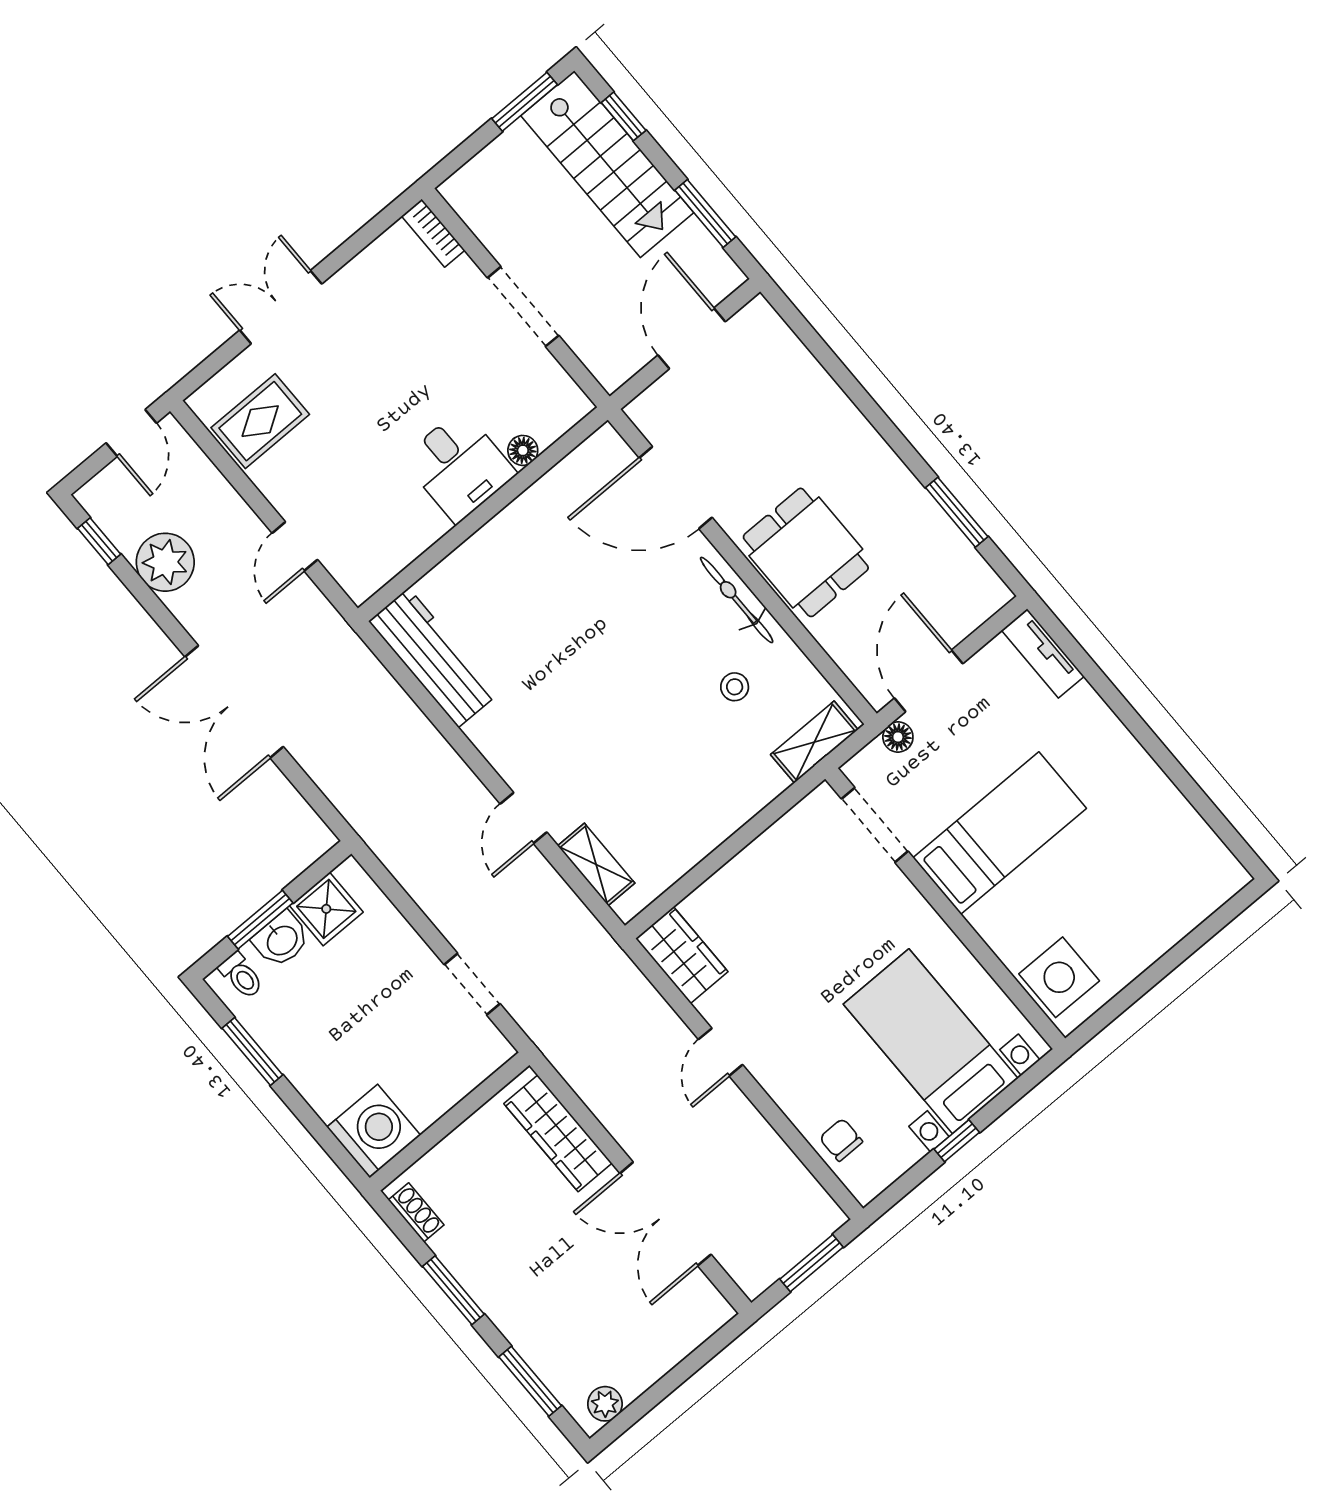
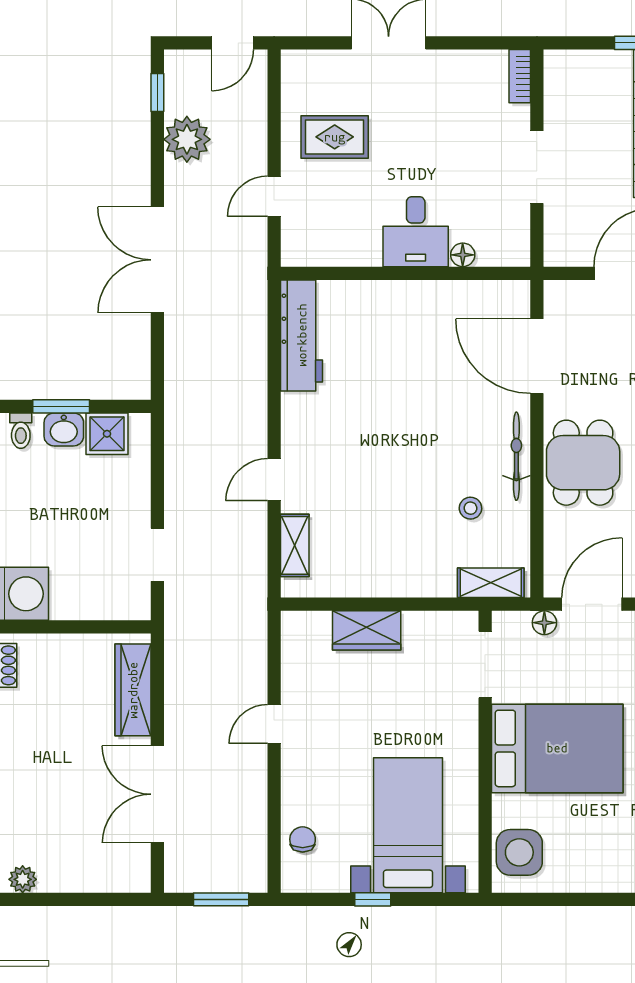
rug: (260, 421) -> (335, 137), moved
bed: (1000, 833) -> (557, 748), width x1.50
wardrobe: (682, 955) -> (367, 630), moved, turned 90

